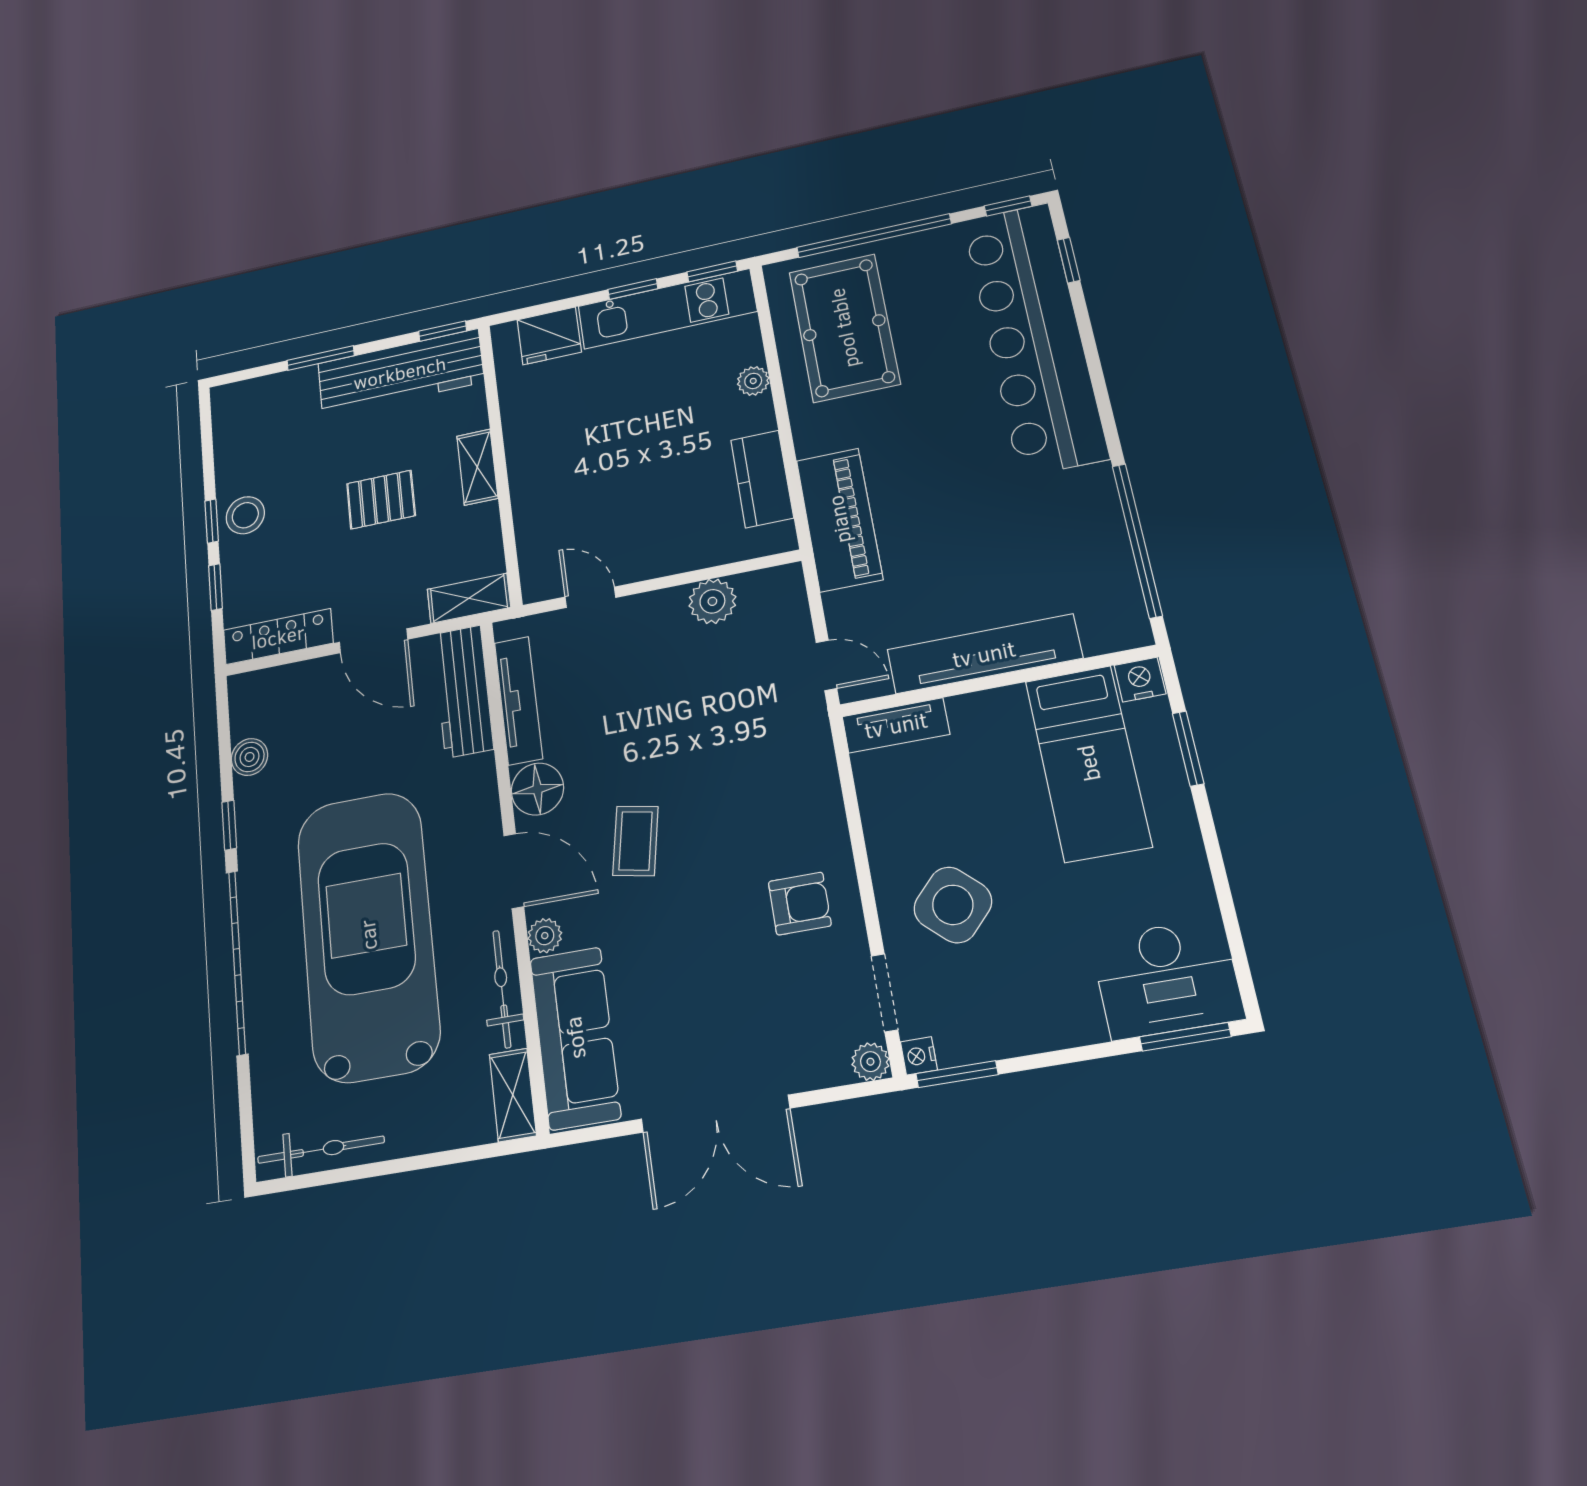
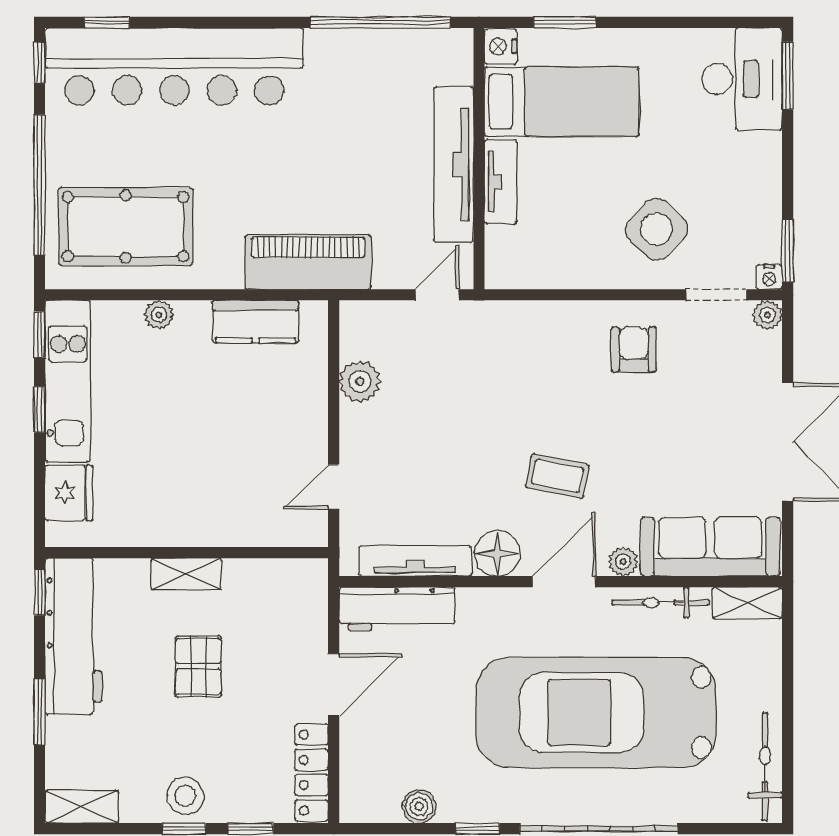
shelving: (469, 598) -> (82, 807), moved, turned 90
tv unit: (896, 725) -> (501, 182), moved

